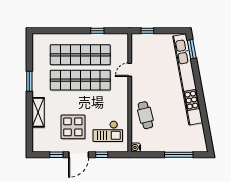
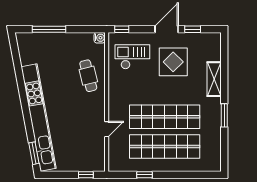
window: (102, 155) -> (122, 29), moved

